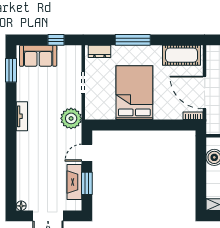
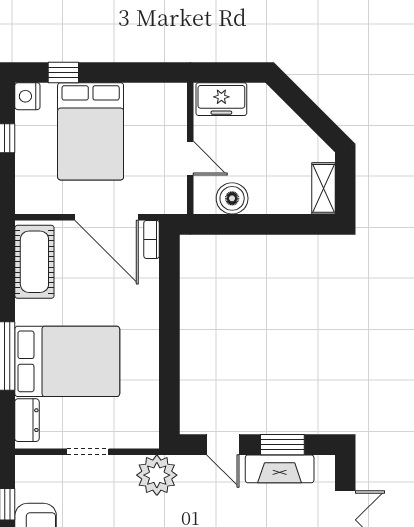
bed: (134, 93) -> (67, 361), moved, turned 180
door: (205, 93) -> (107, 217), hinge flipped

